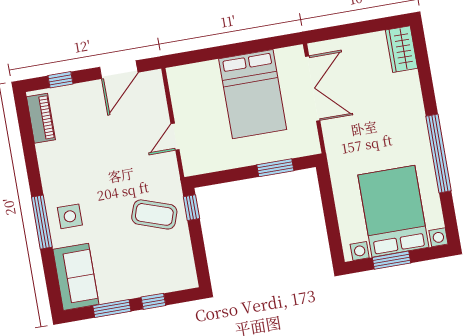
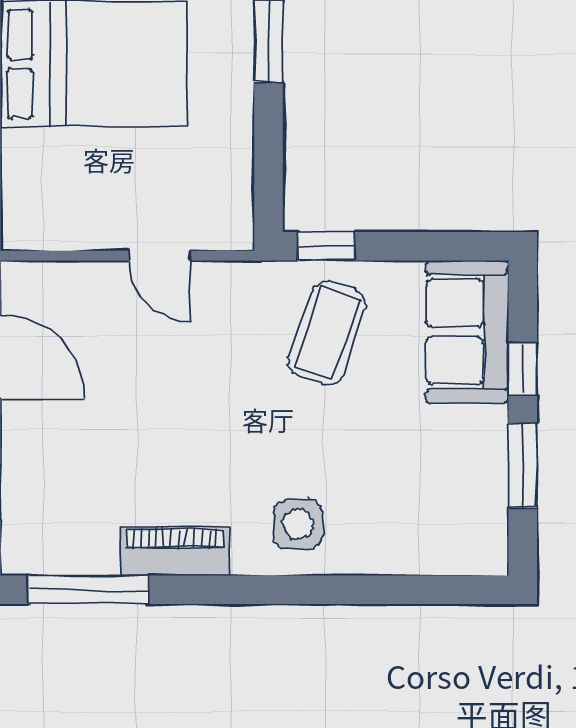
piano: (41, 118) -> (175, 551), moved
window: (42, 222) -> (89, 590), moved
sofa: (76, 277) -> (467, 332), moved, turned -90

